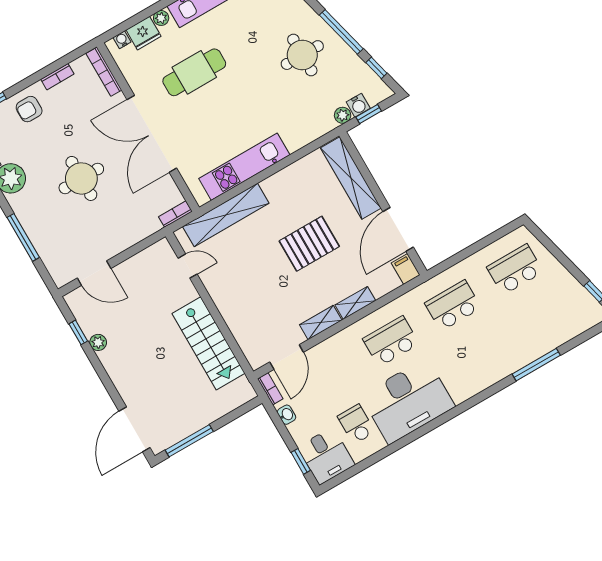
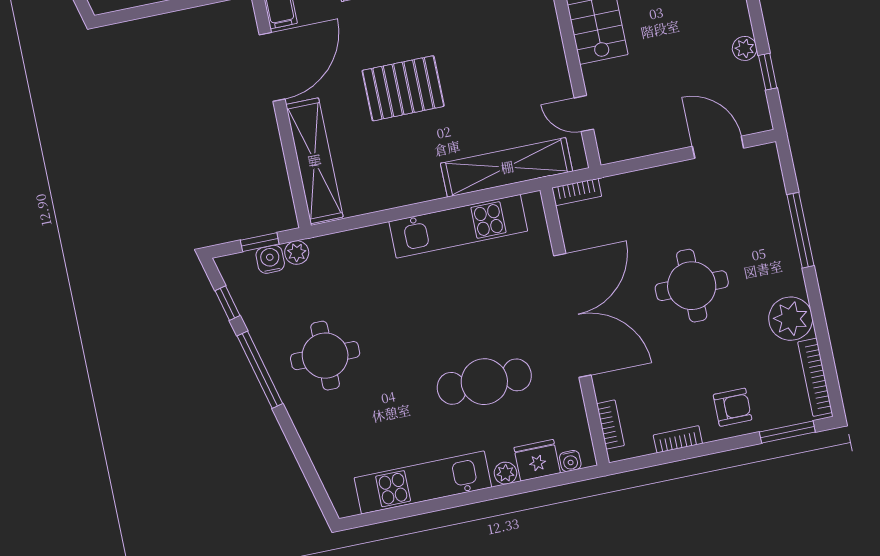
bookcase: (104, 72) -> (610, 425), width x0.64

